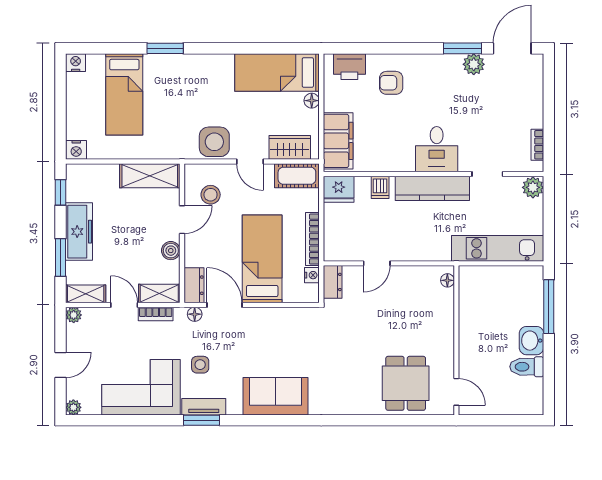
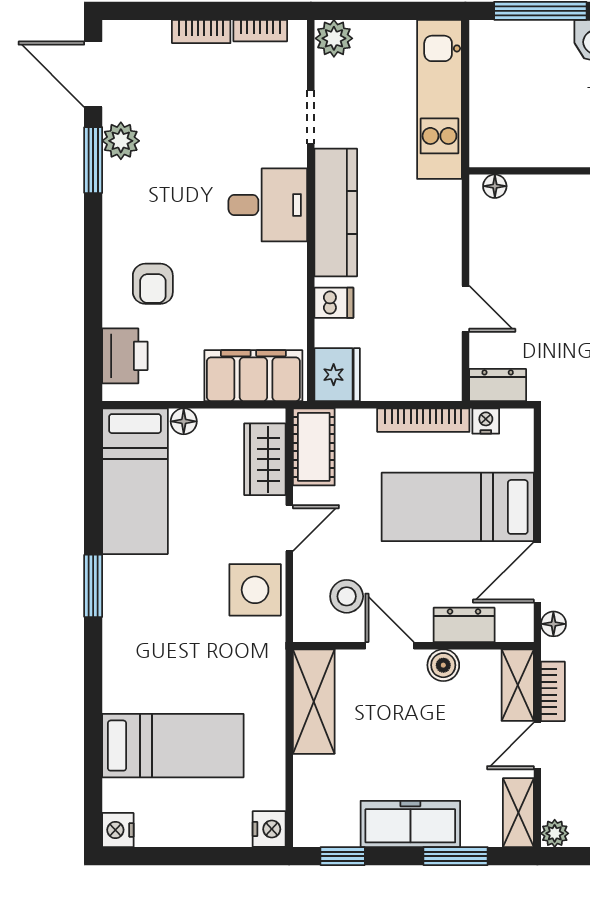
window: (165, 48) -> (93, 586), moved
bookcase: (537, 111) -> (201, 32), added
dresser: (194, 285) -> (464, 625), moved

